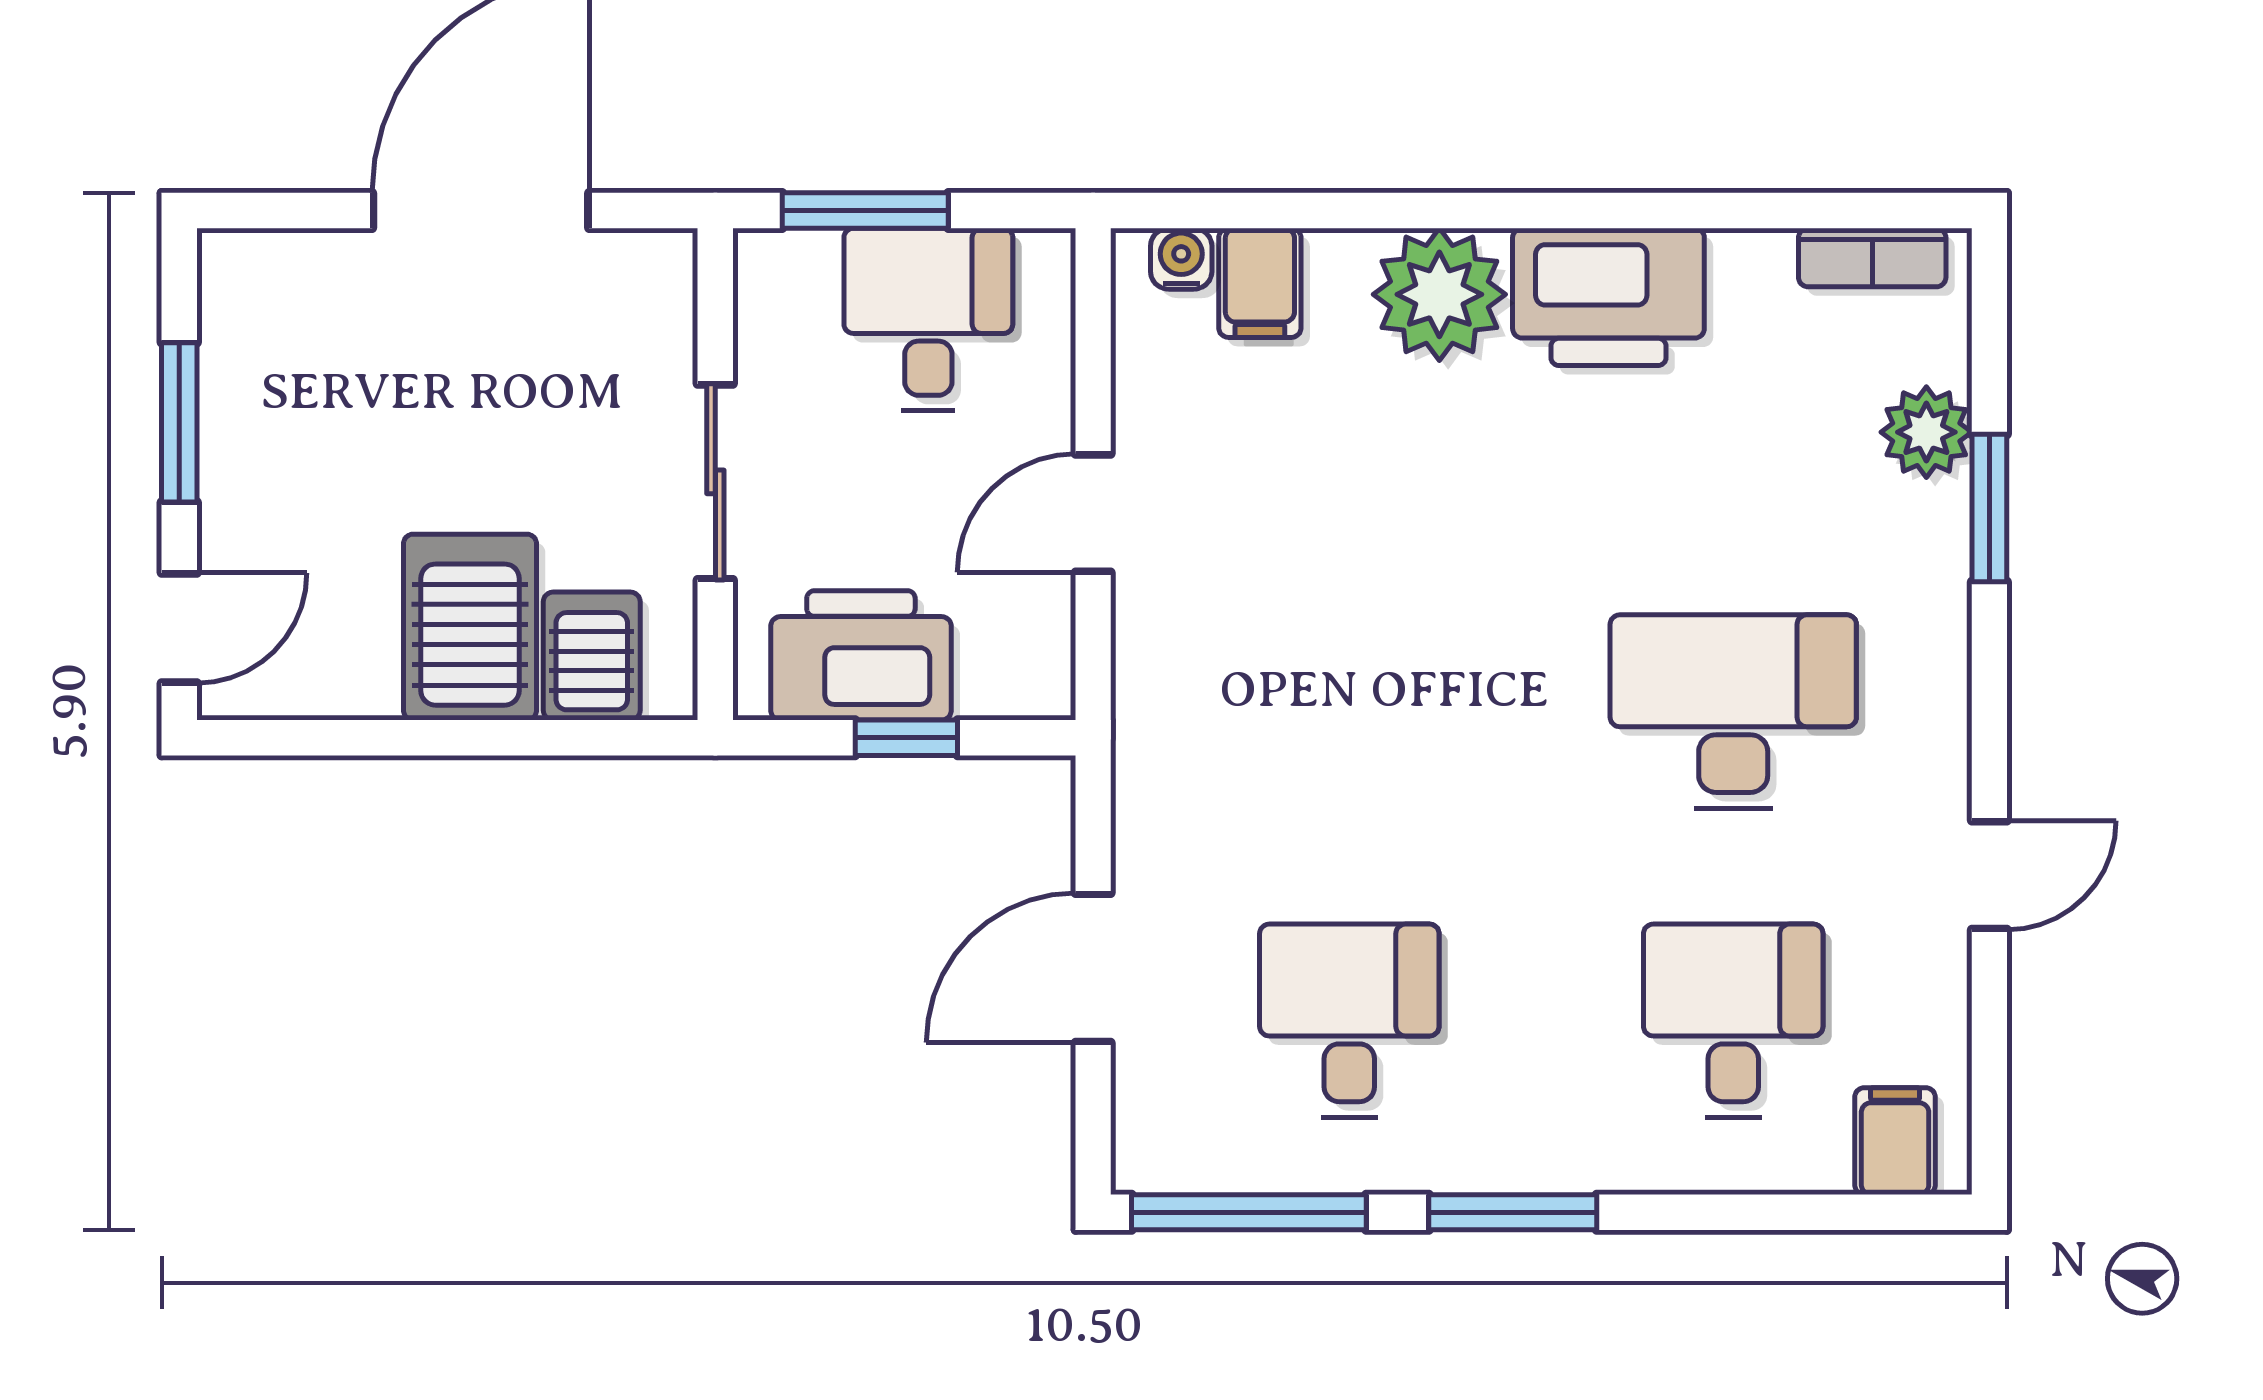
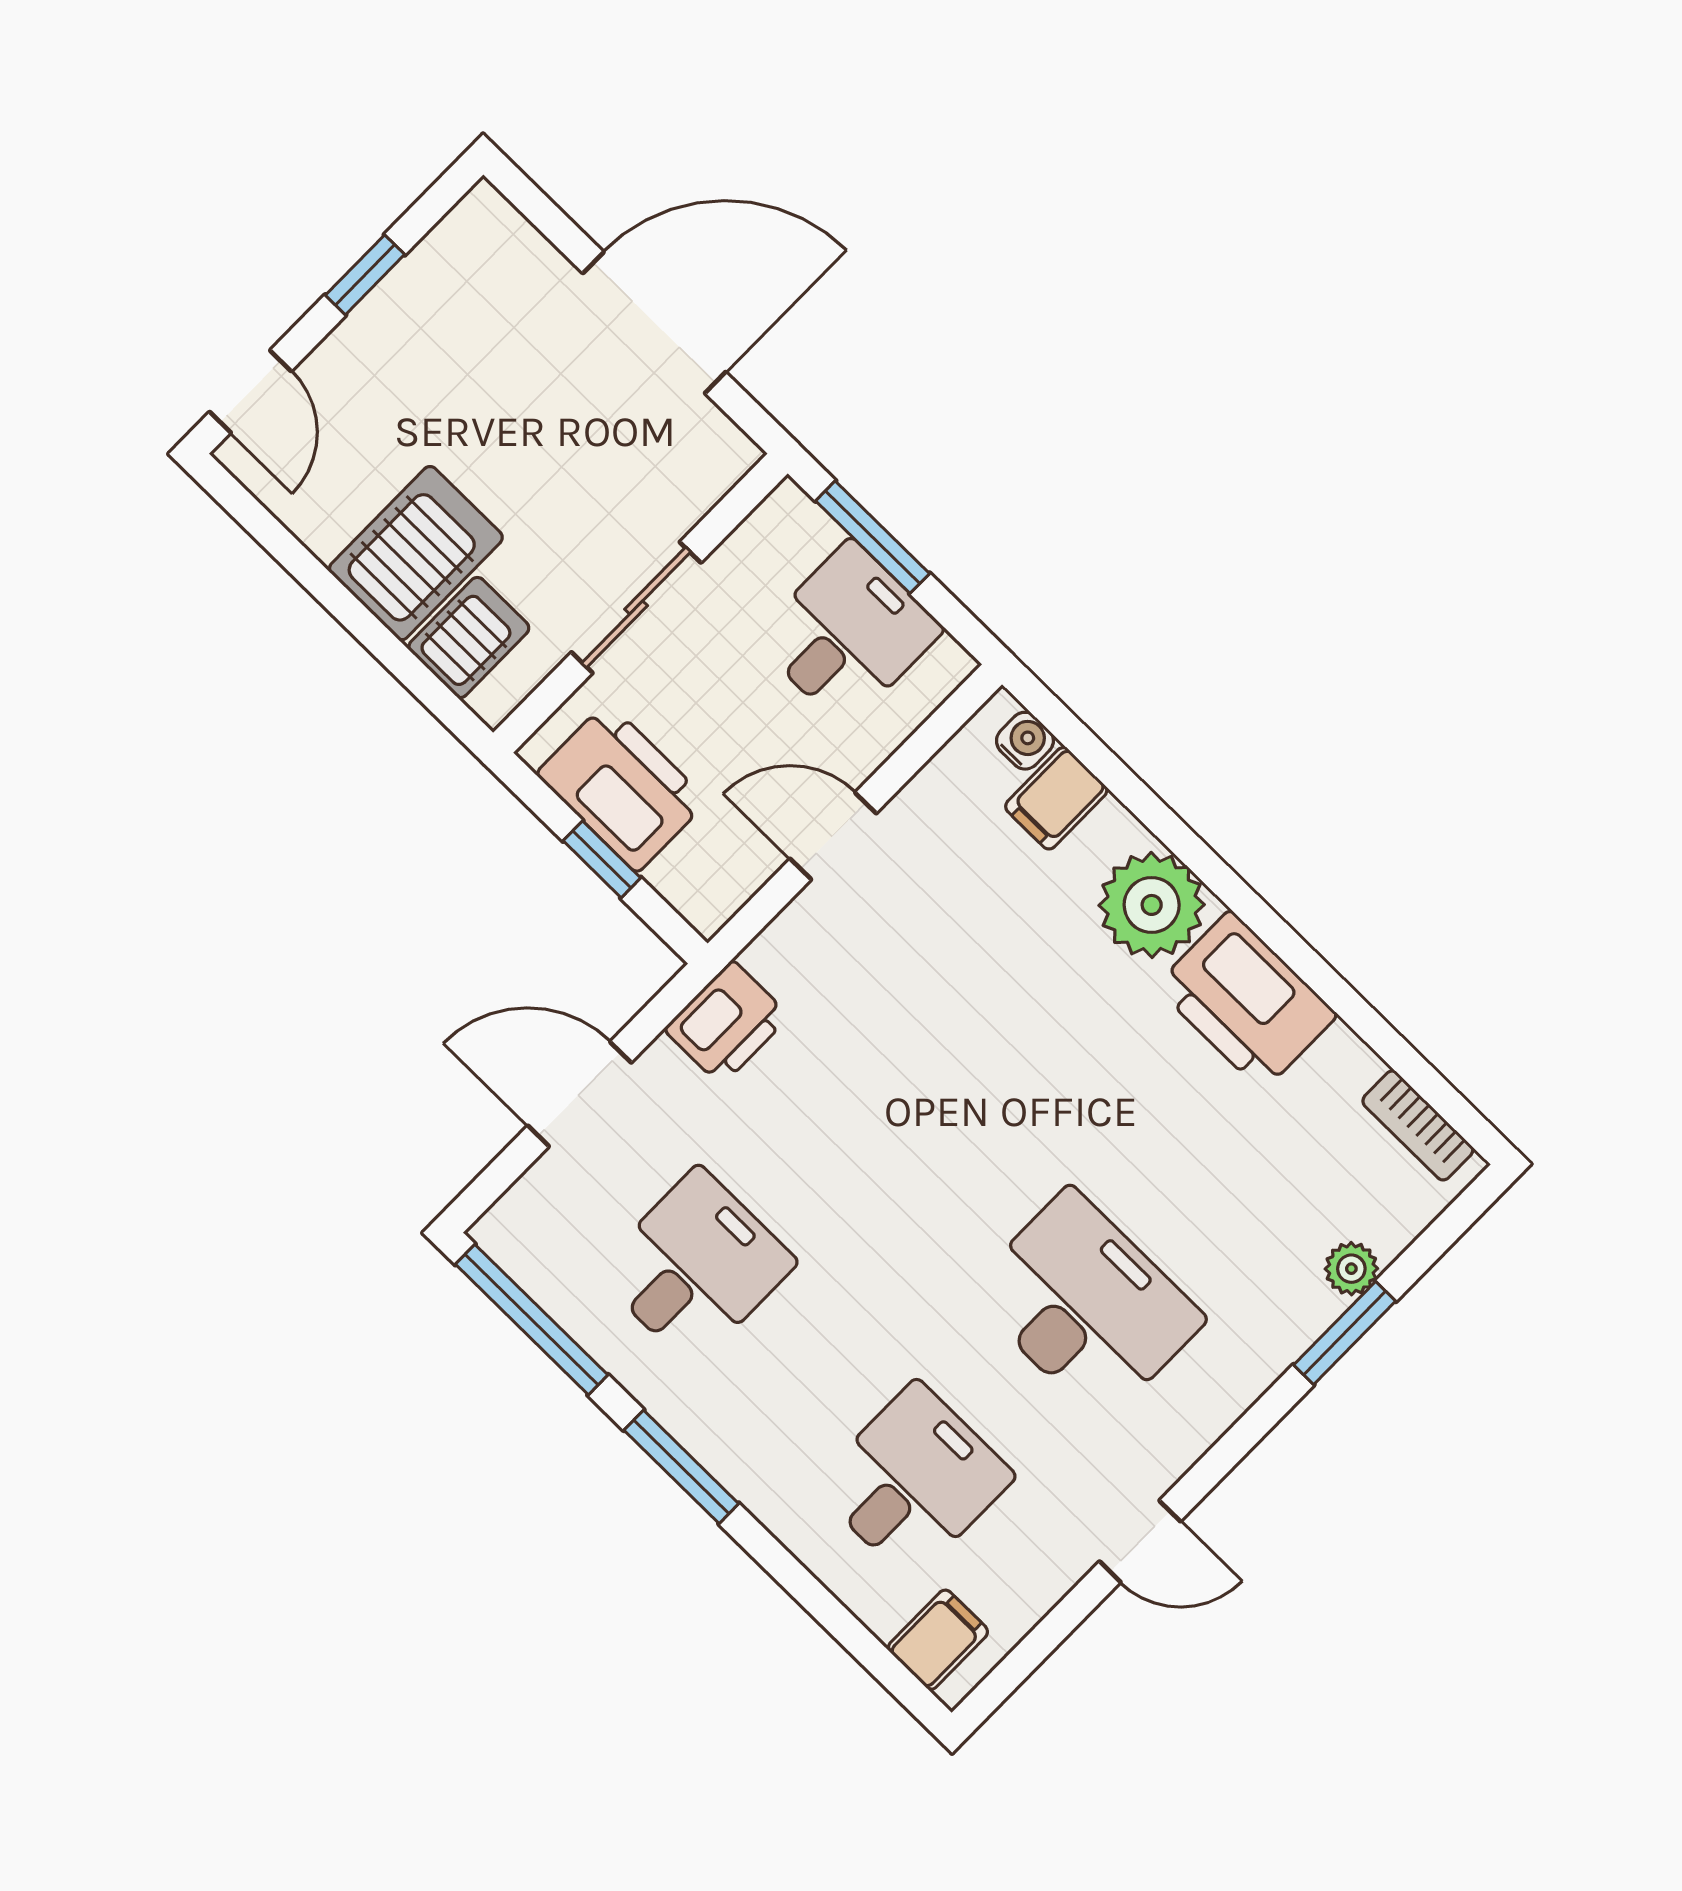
window: (179, 422) -> (365, 275), width x0.67
plant: (1926, 432) -> (1351, 1269), width x0.73, depth x0.73
door: (179, 628) -> (250, 391), hinge flipped
printer: (1162, 774) -> (727, 1023), added

